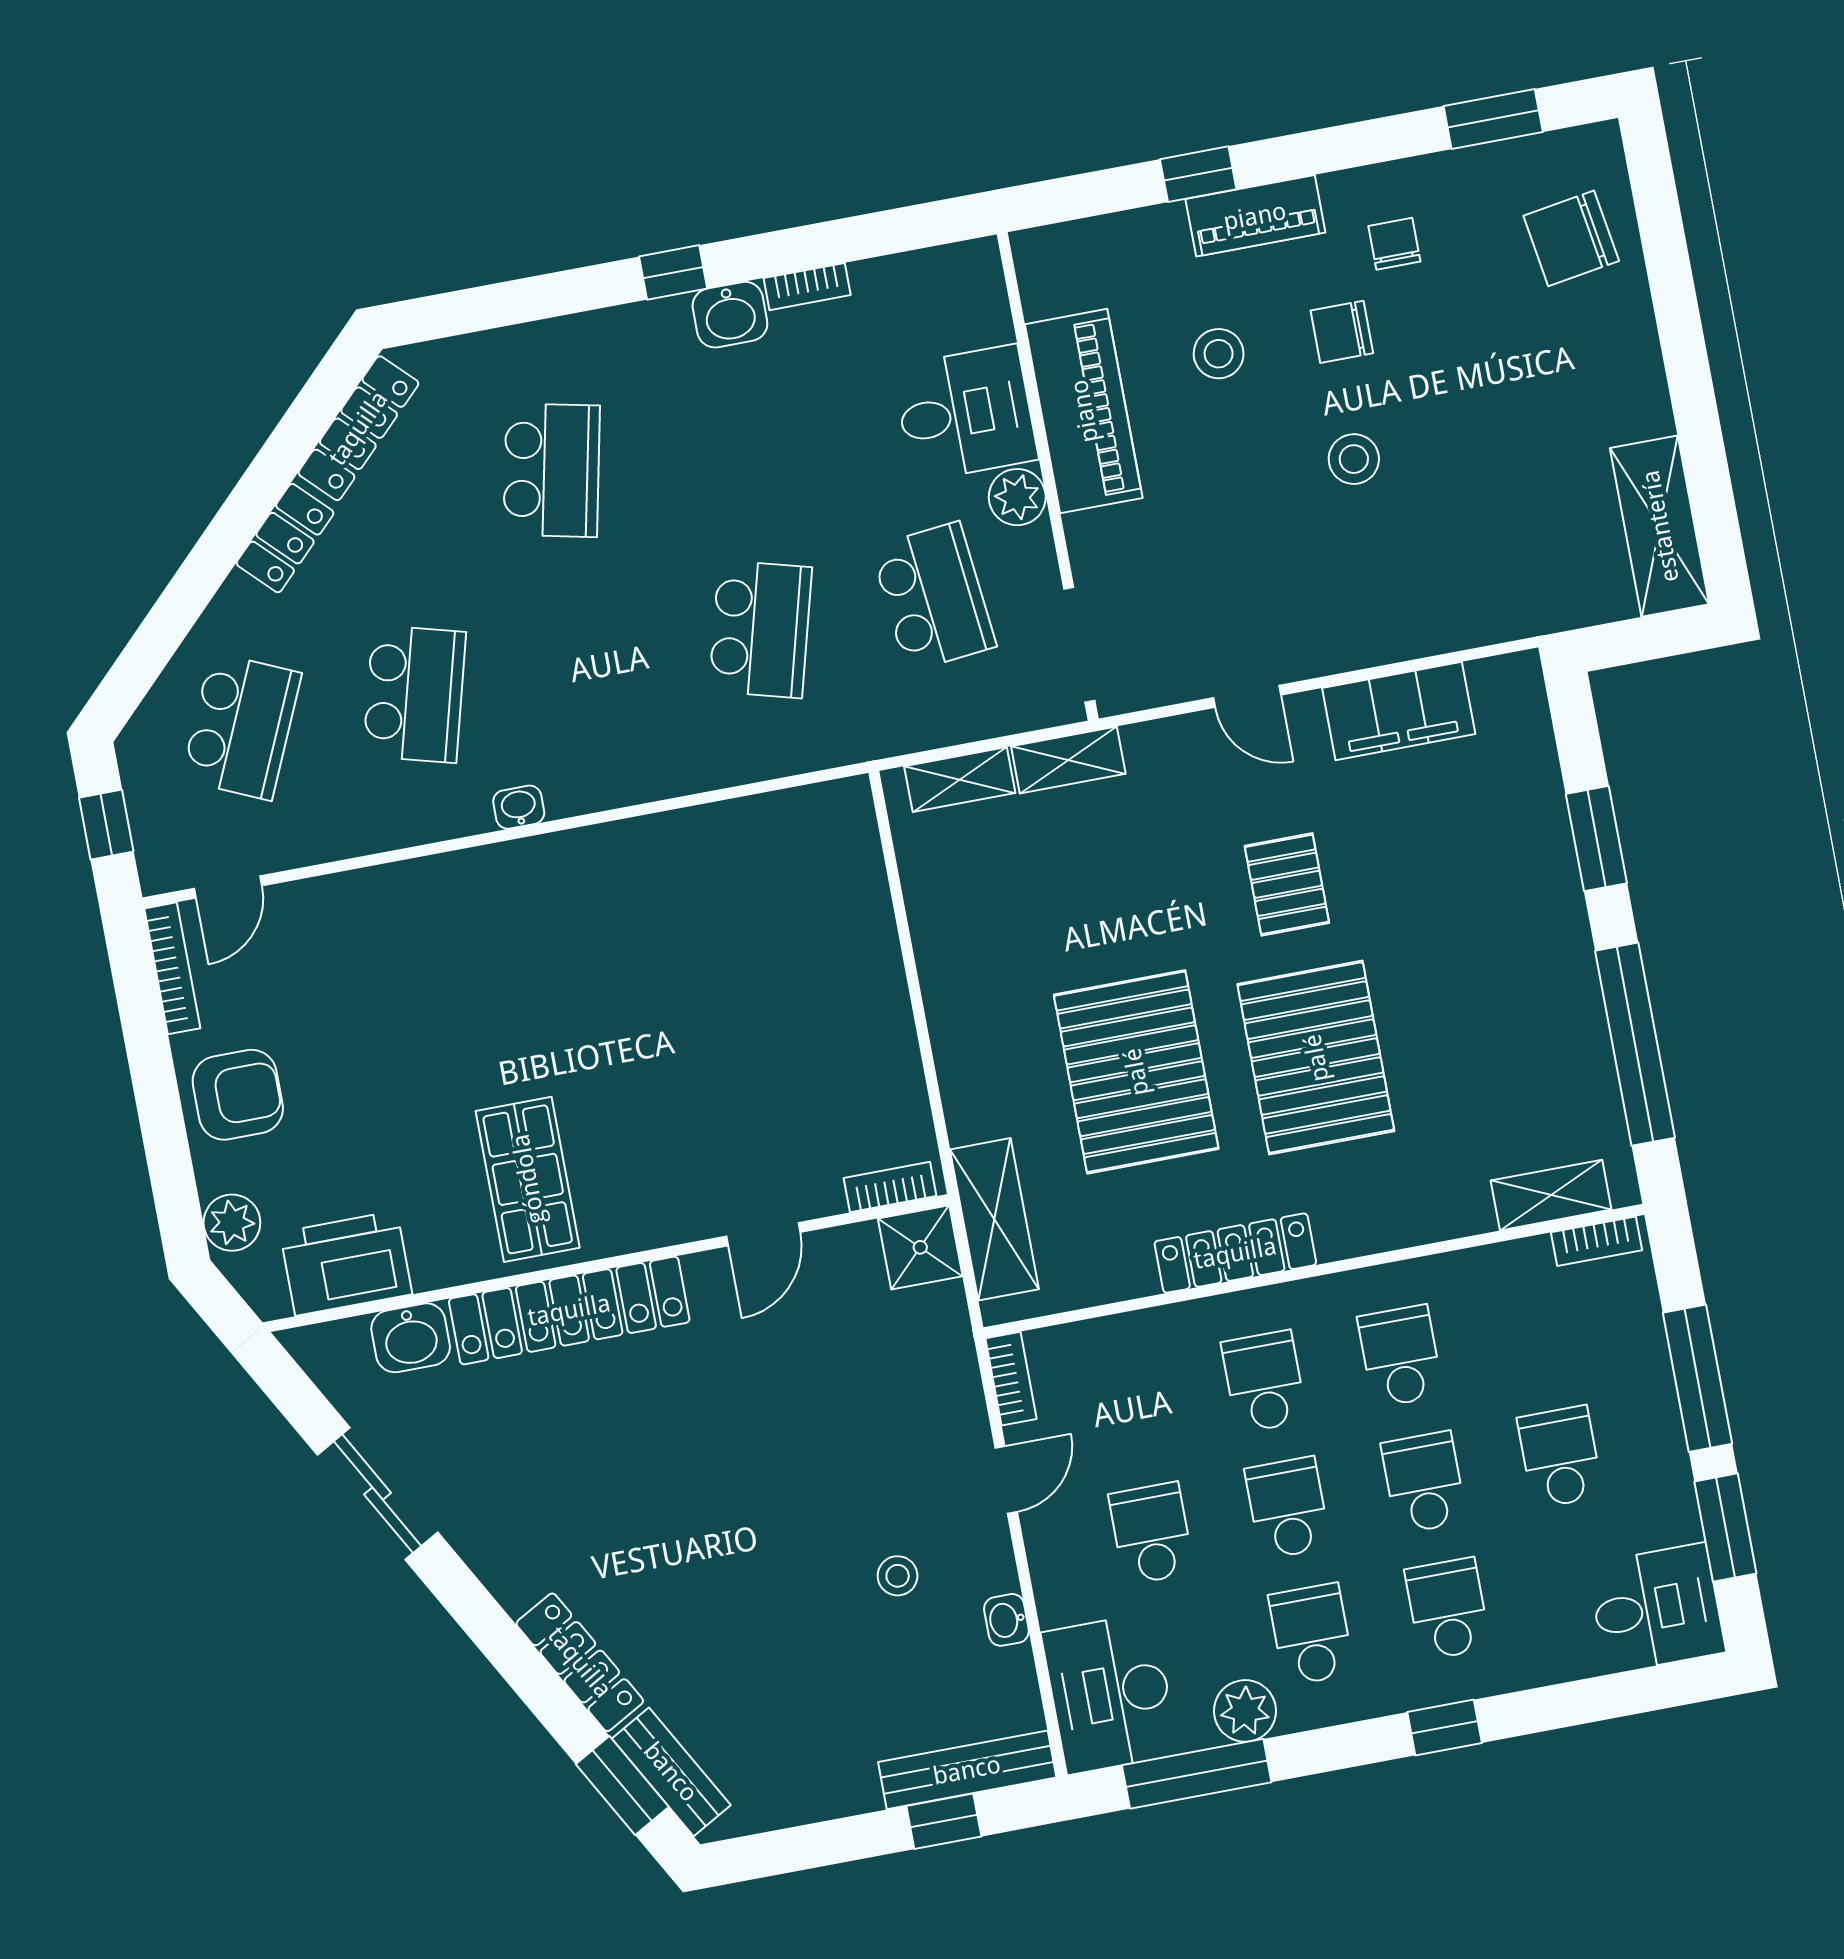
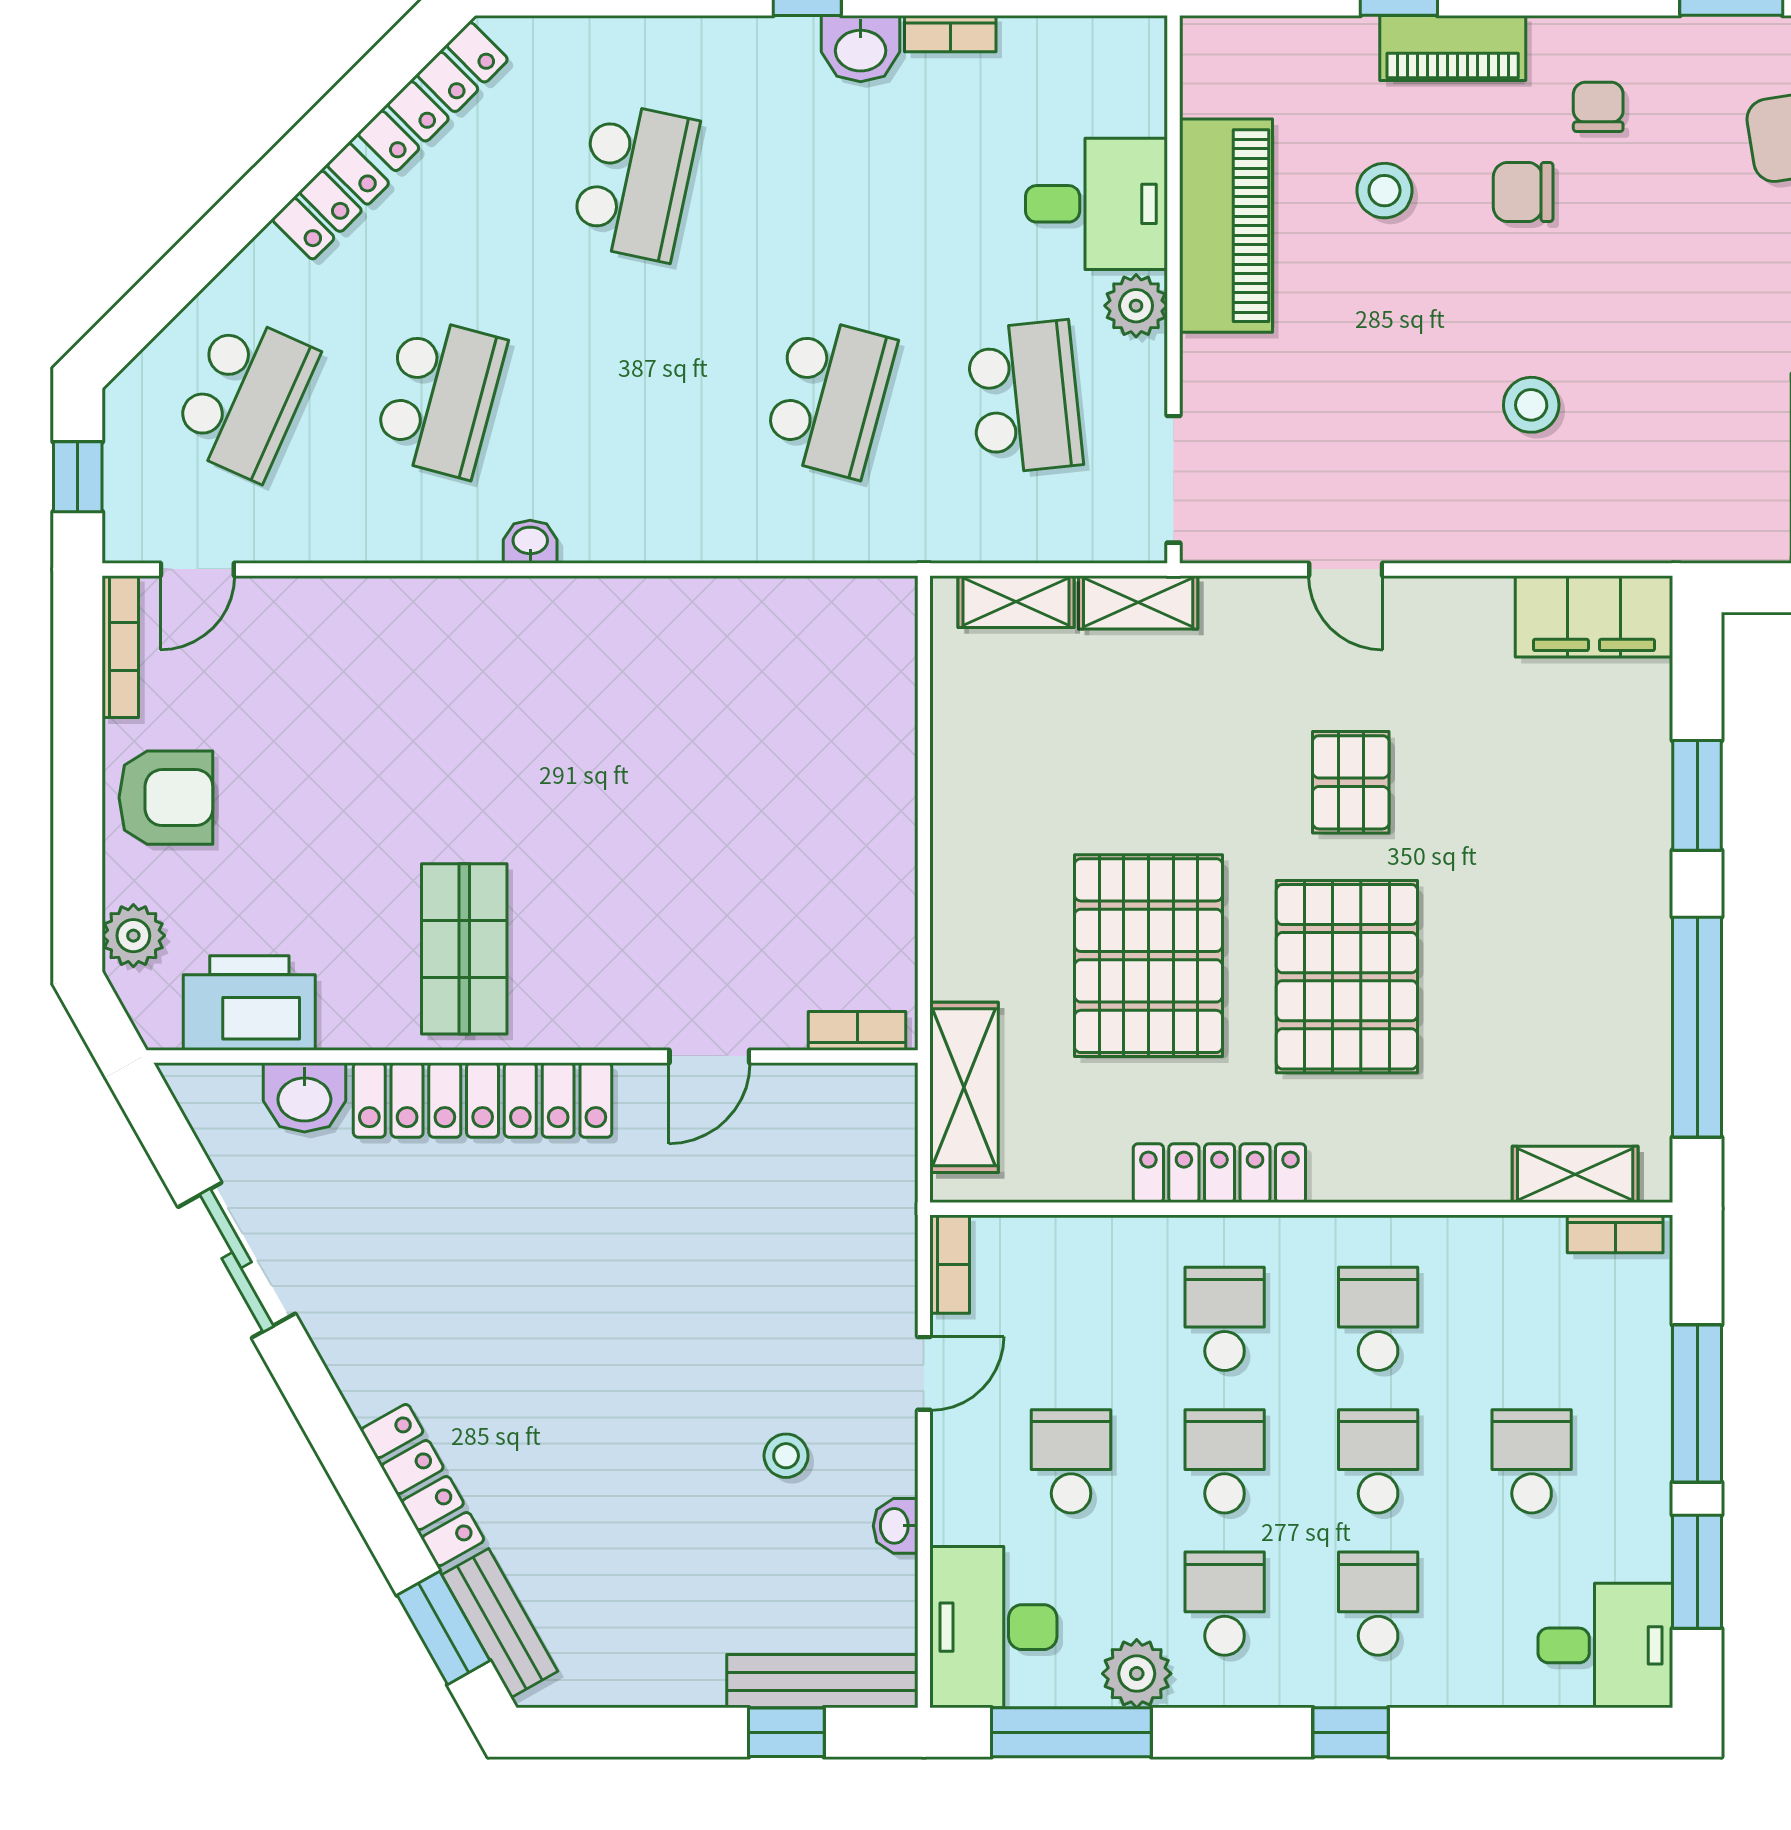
stool: (1354, 459) -> (1531, 405), moved
filing cabinet: (1399, 711) -> (1594, 616), moved
shower: (920, 1247) -> (878, 1103), removed

